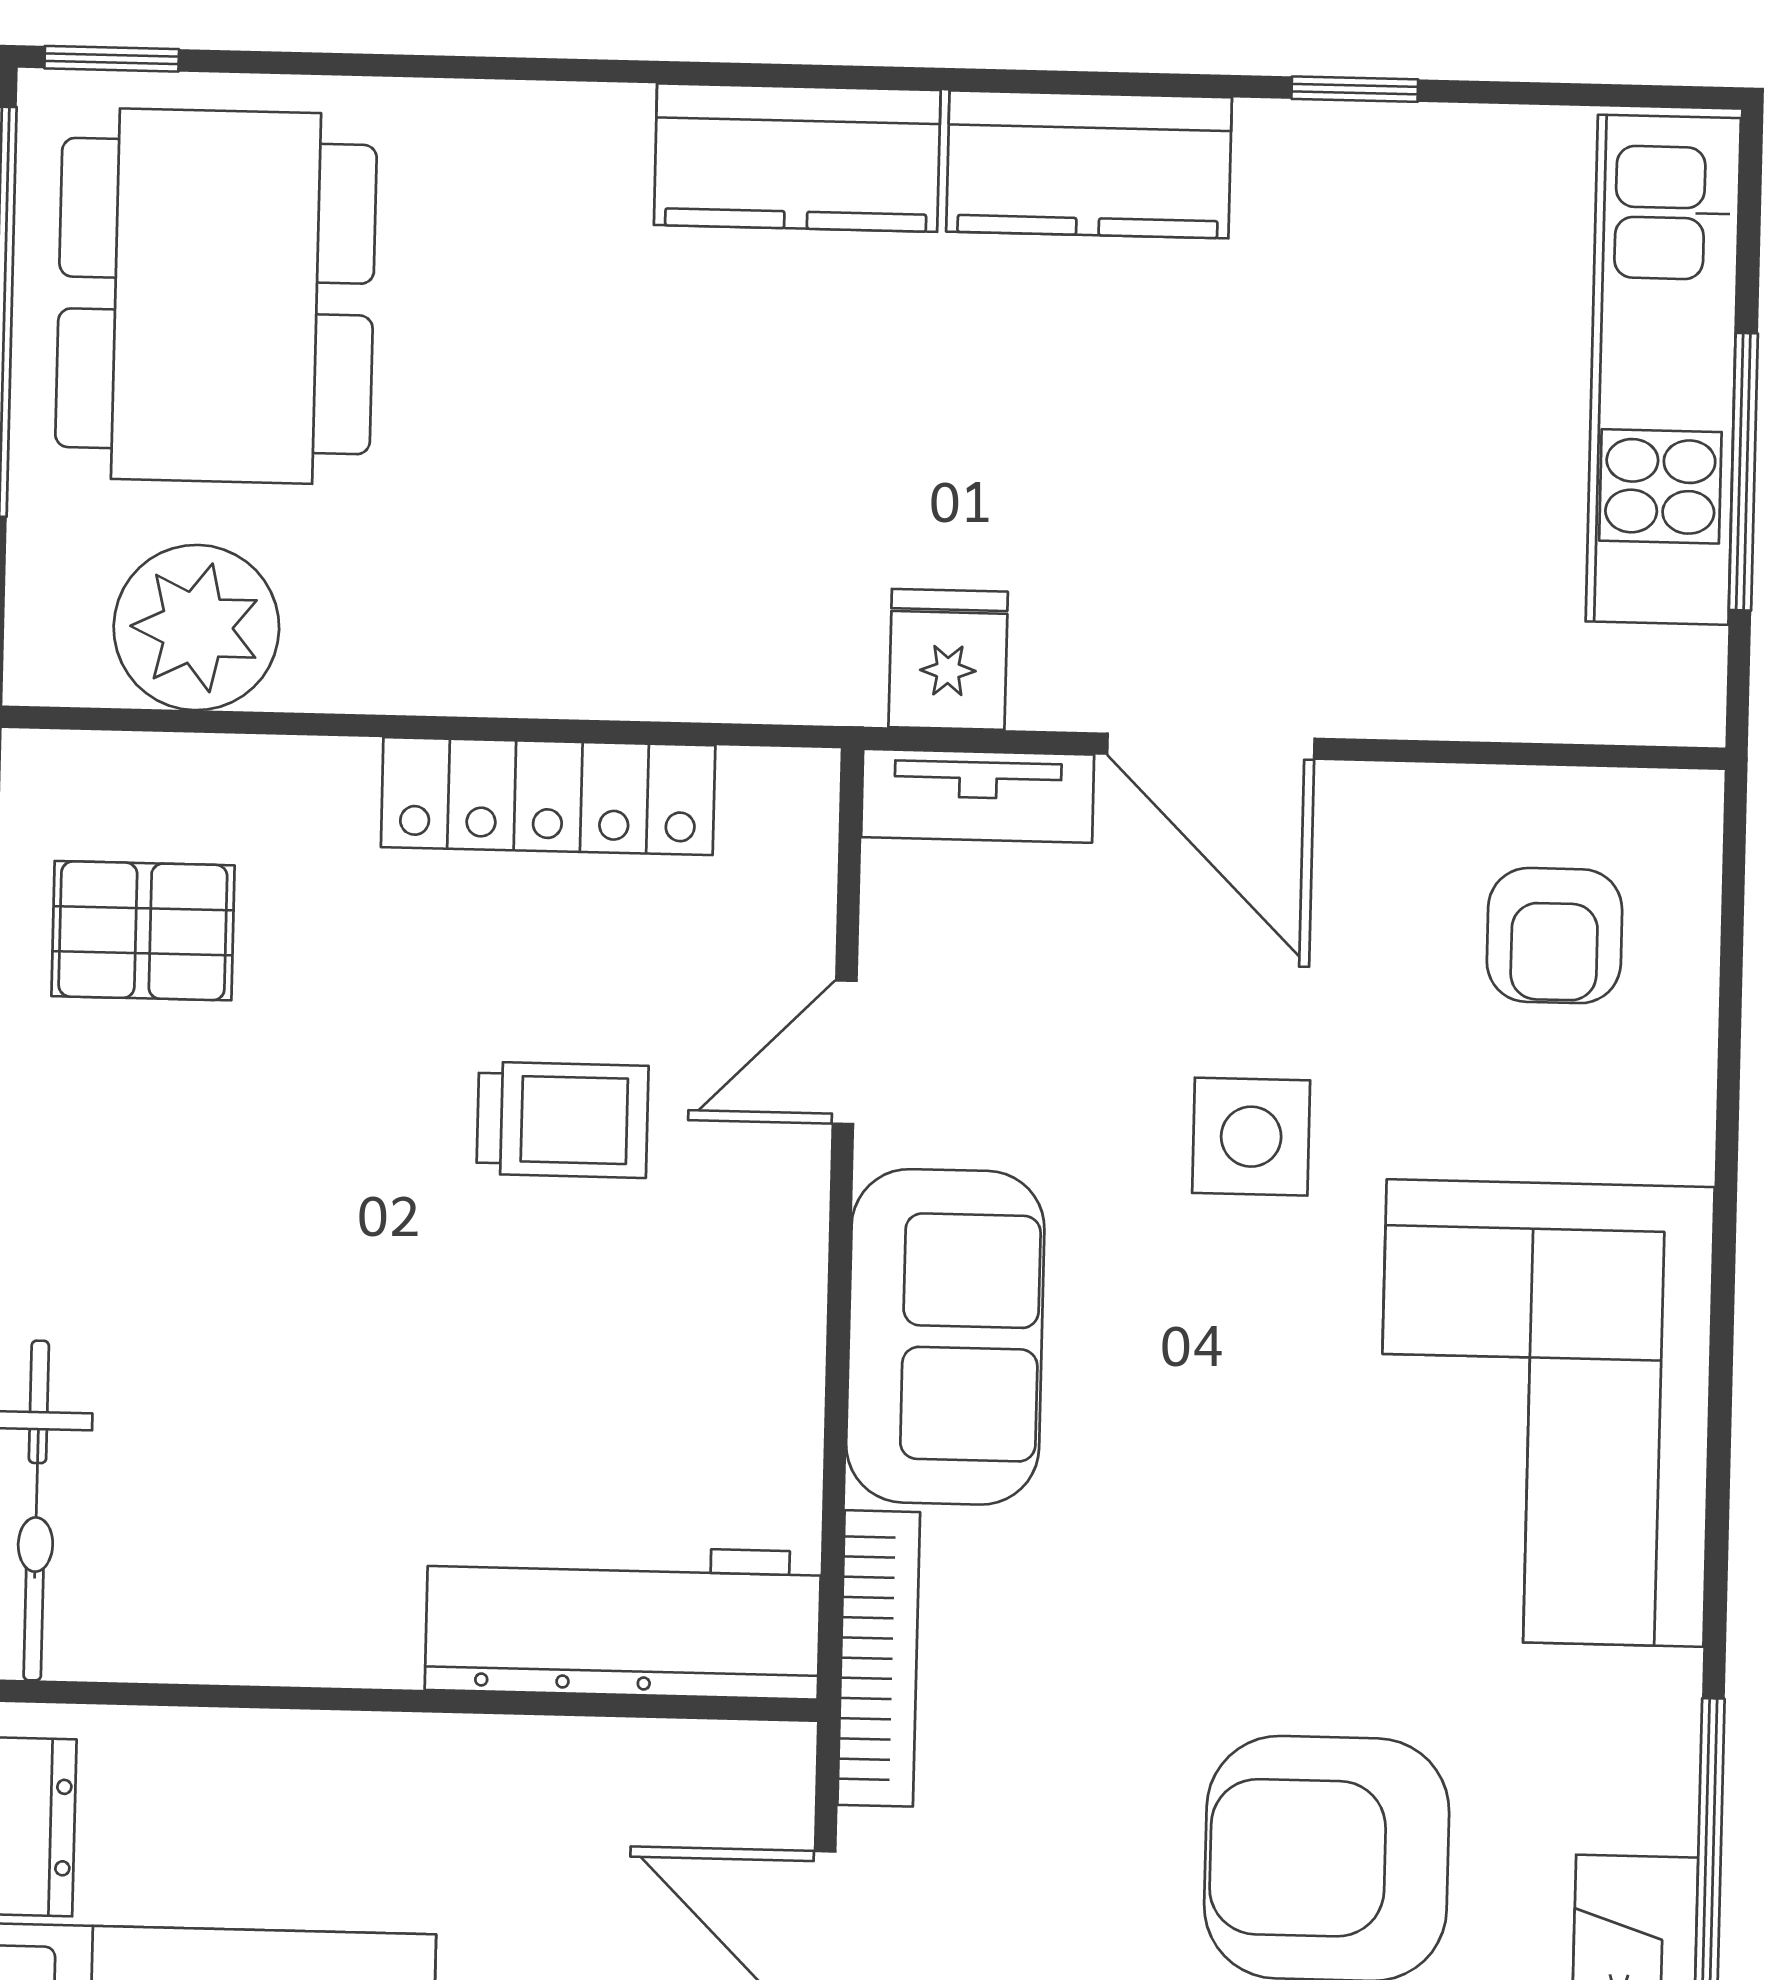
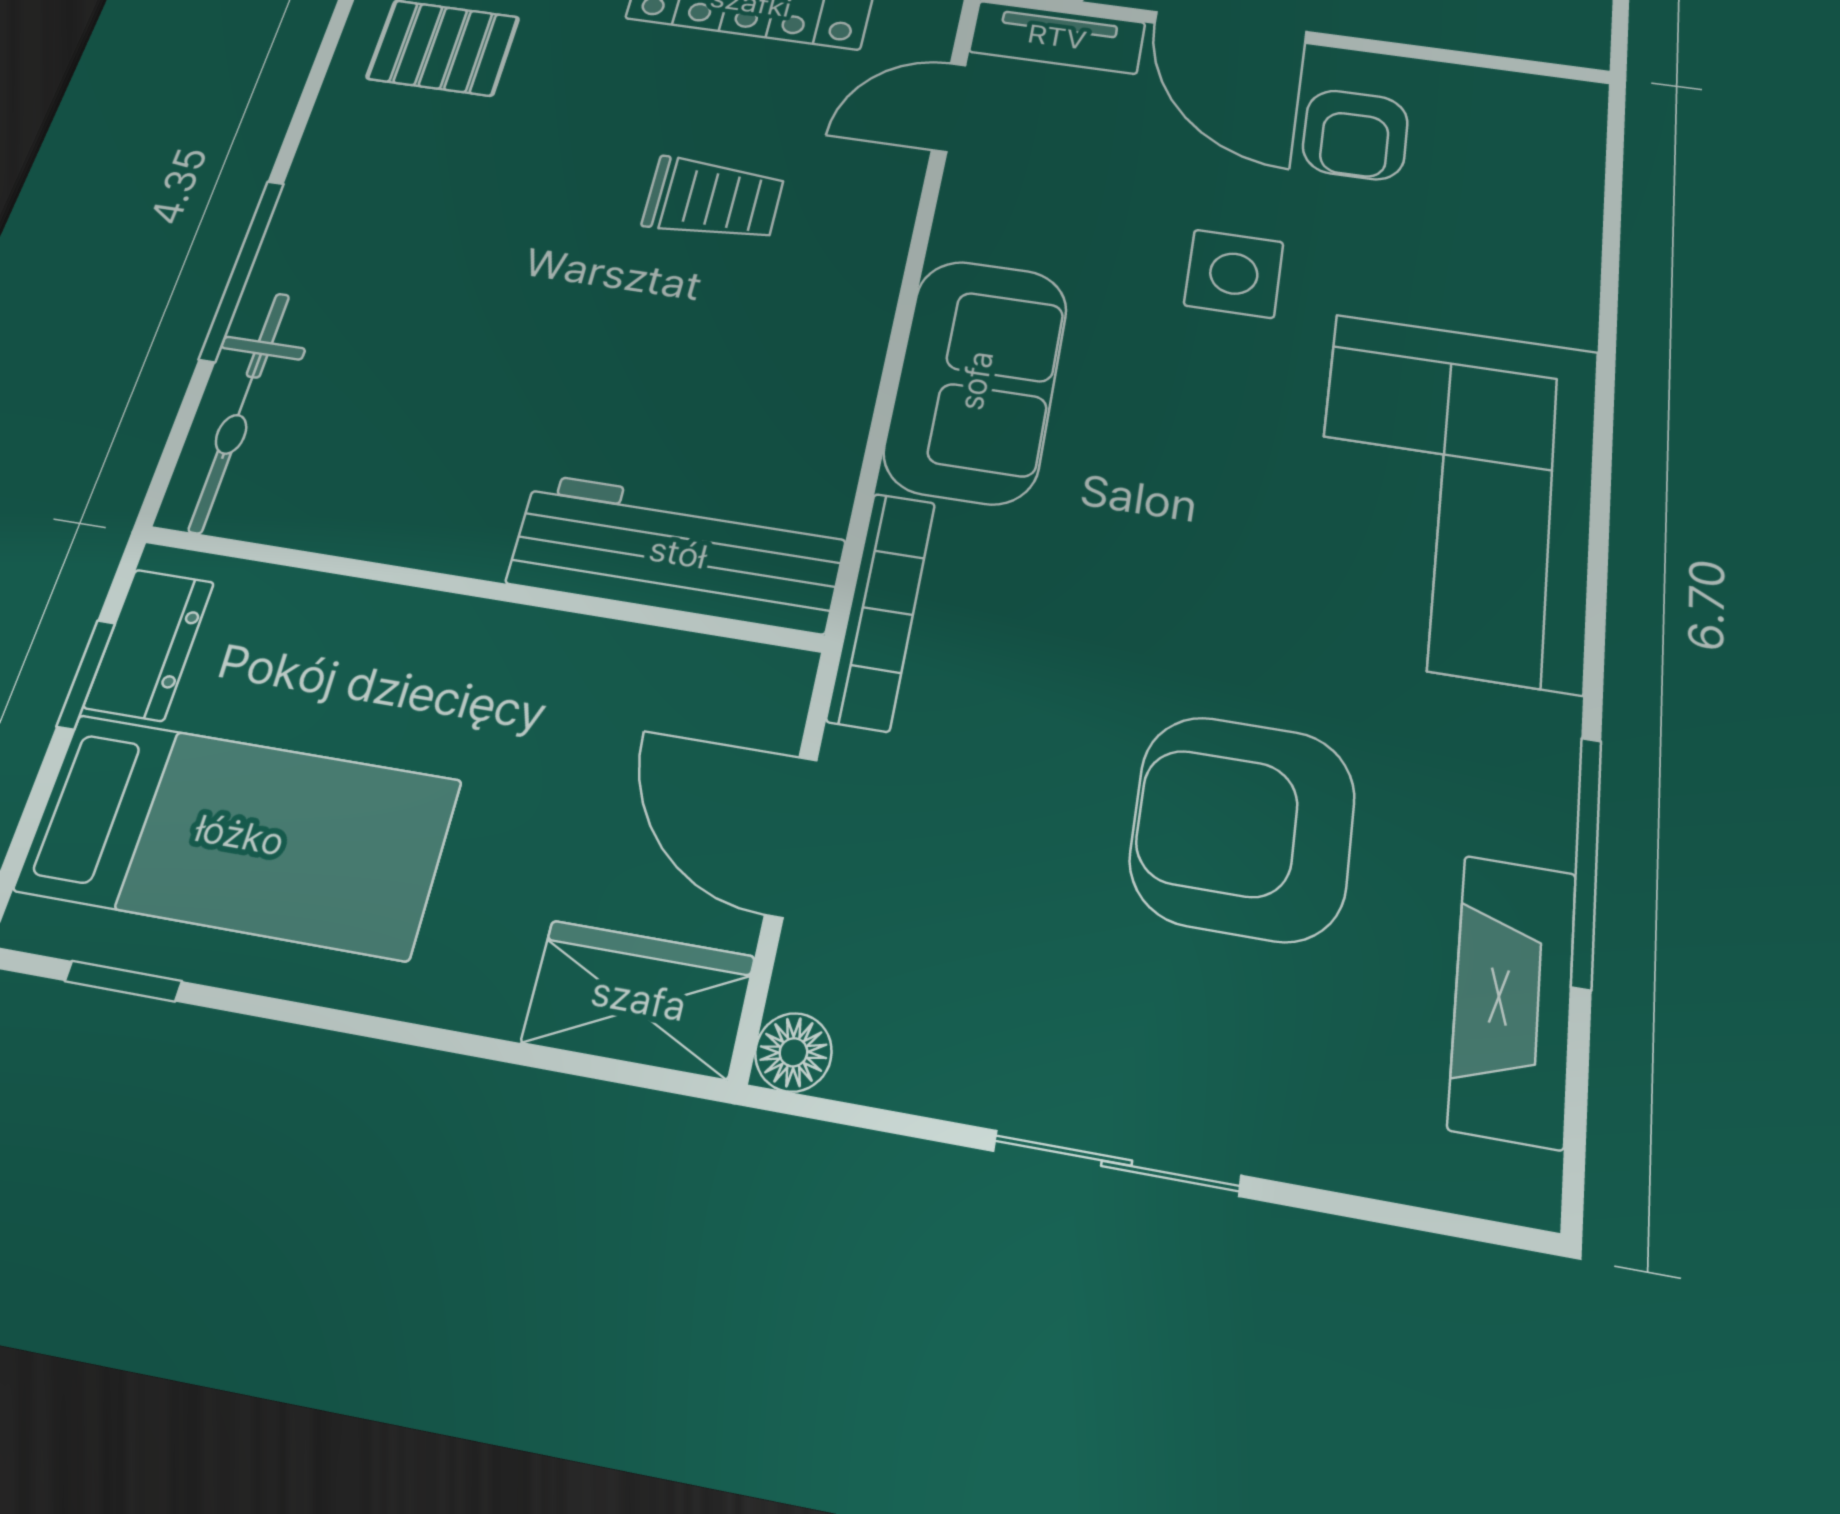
armchair: (1554, 936) -> (1355, 135), moved
door: (845, 1052) -> (949, 107), moved

